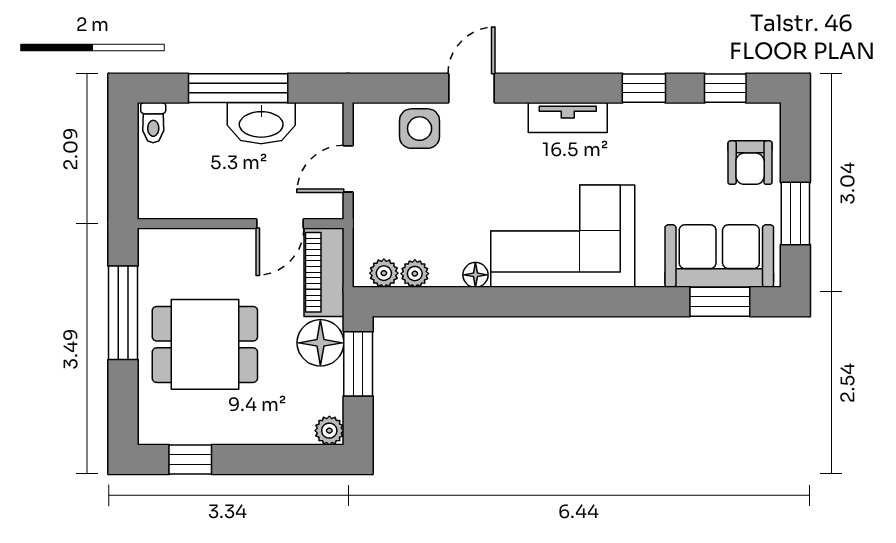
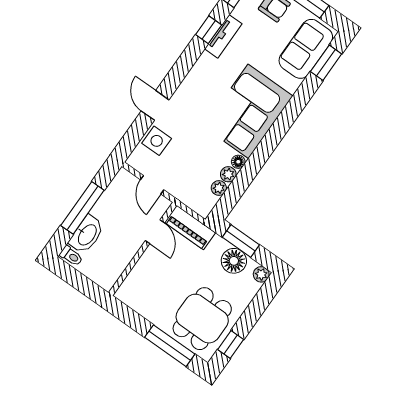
tv unit: (568, 118) -> (223, 36), moved
washbasin: (261, 123) -> (87, 235), moved
plant: (384, 273) -> (228, 174), moved
window: (123, 313) -> (170, 346), moved
floor lamp: (320, 343) -> (234, 261), moved
dining table: (205, 344) -> (202, 319), moved

